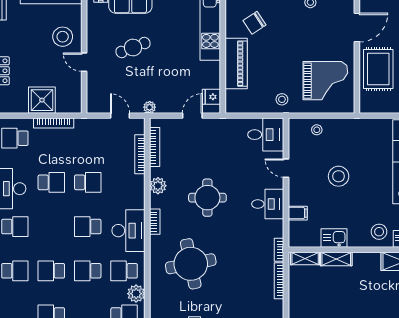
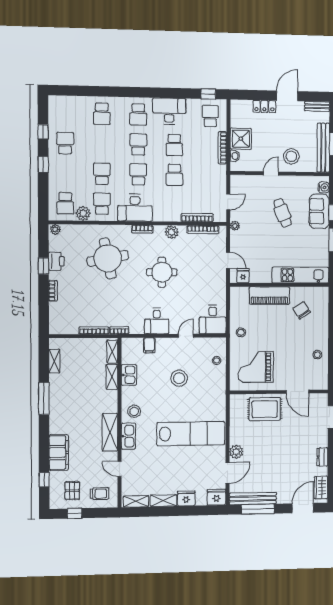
grand piano: (325, 81) -> (256, 367), turned 90
washbasin: (63, 108) -> (235, 156), added
school desk: (51, 271) -> (138, 144), moved

